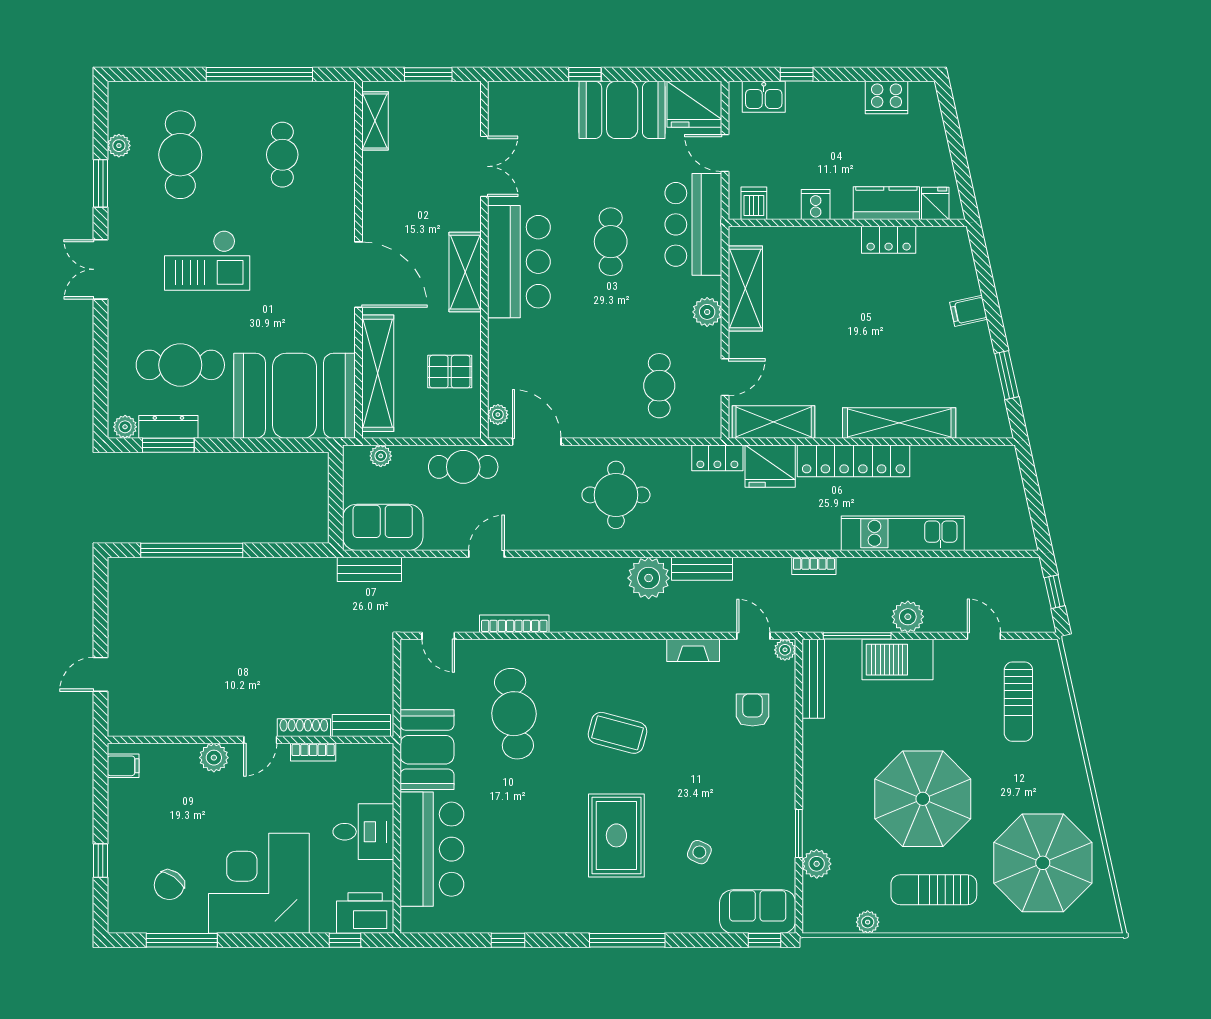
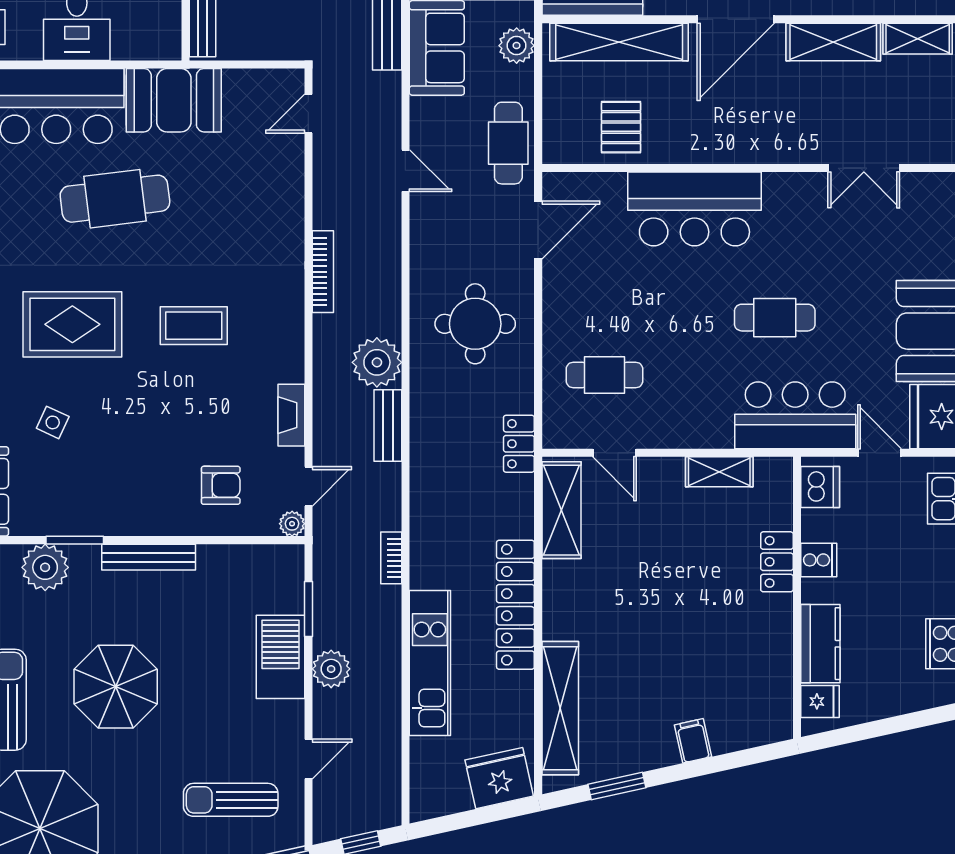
door: (725, 153) -> (880, 453), hinge flipped
dishwasher: (754, 203) -> (820, 487), width x1.38
locker: (889, 240) -> (777, 562), moved
bar counter: (519, 262) -> (694, 209), moved
shelving: (465, 272) -> (833, 42), moved
shelving: (745, 289) -> (719, 472), width x0.67, depth x0.75
plant: (707, 312) -> (692, 432), removed
plant: (498, 415) -> (570, 184), removed
shelving: (899, 423) -> (560, 708), moved
plant: (381, 456) -> (517, 46), width x1.38, depth x1.38
fridge: (770, 466) -> (499, 778), moved, turned 78
bookcase: (514, 624) -> (323, 272), moved
window: (857, 636) -> (308, 609), width x0.69
bench: (813, 679) -> (149, 557), moved
cafe table: (514, 714) -> (115, 199), moved
coffee table: (617, 733) -> (194, 326), turned 75
parasol: (923, 799) -> (116, 687), width x0.73, depth x0.73
plant: (817, 864) -> (45, 567), width x1.36, depth x1.36

